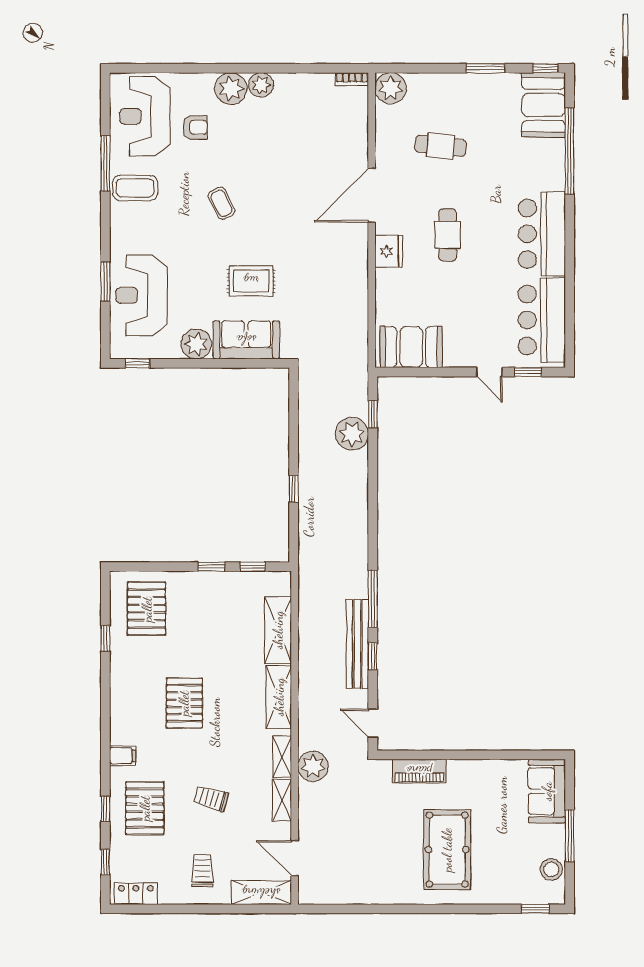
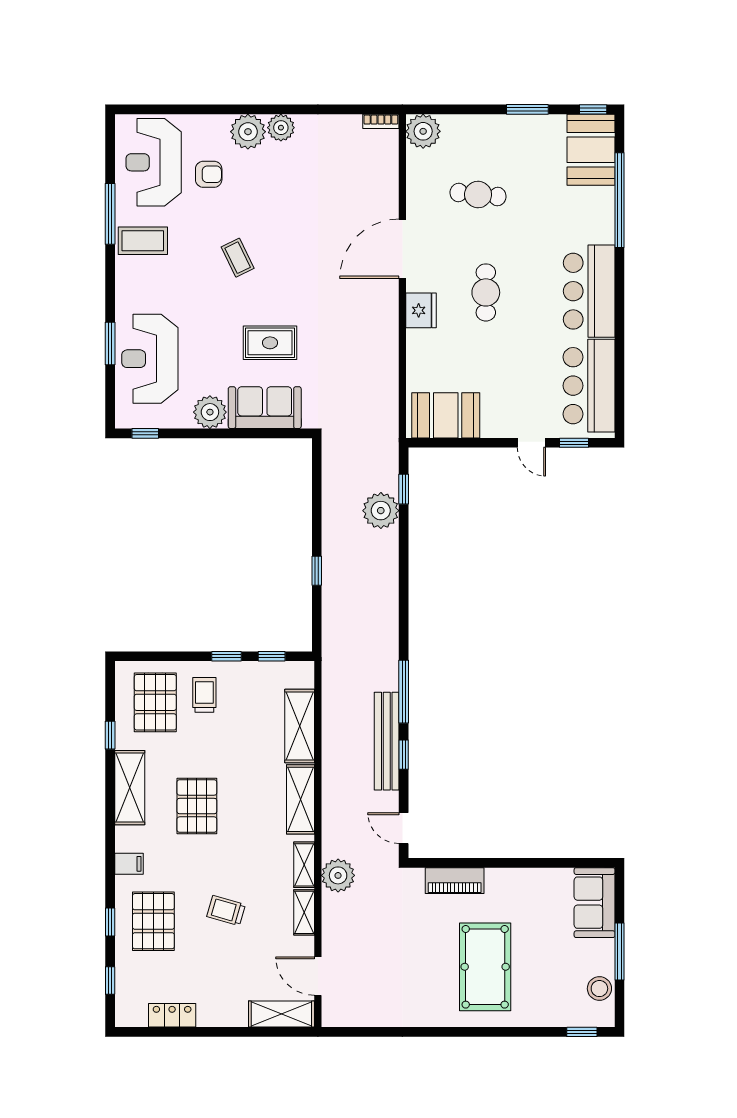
shelving: (123, 686) -> (130, 788), added
trolley: (202, 871) -> (204, 695), moved
locker: (136, 894) -> (172, 1015), moved

